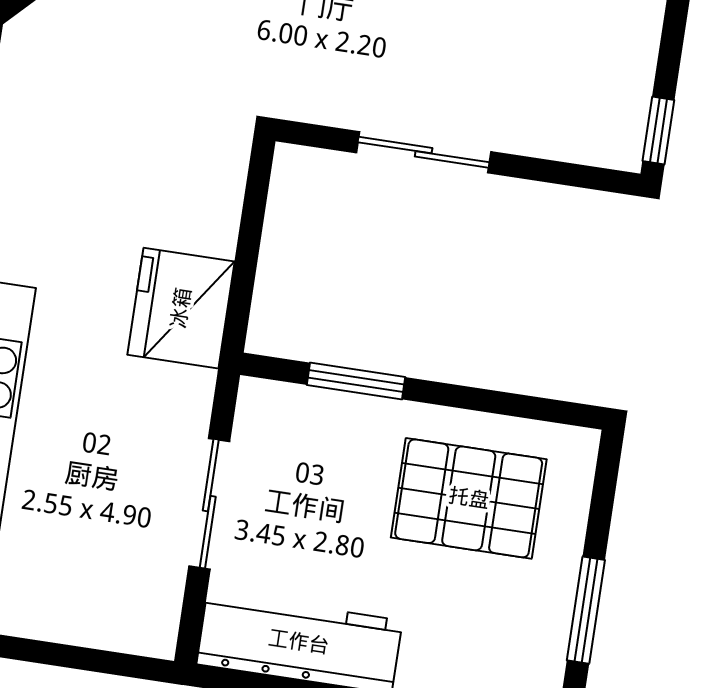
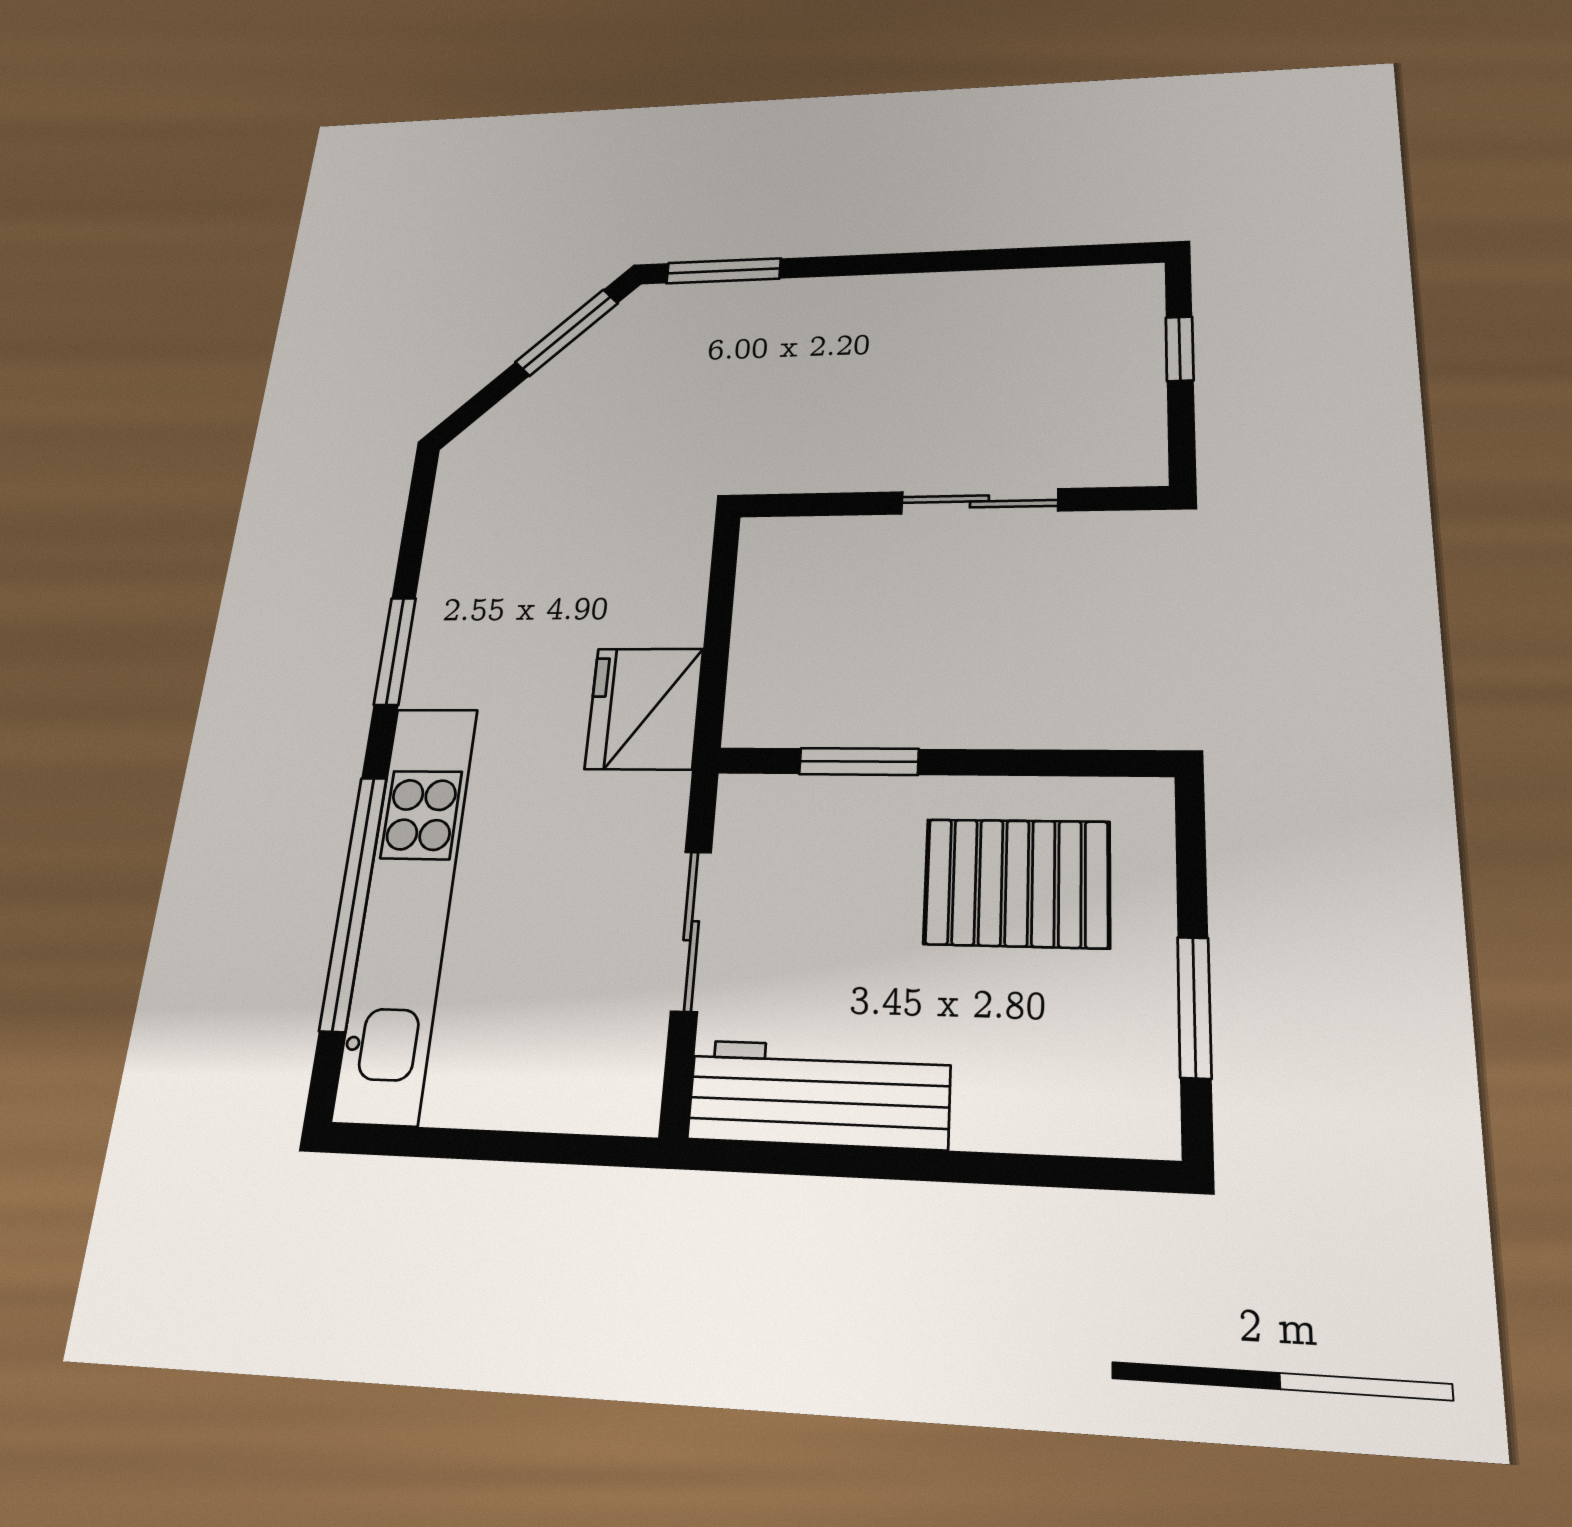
window: (658, 130) -> (1180, 349), moved
sliding door: (424, 152) -> (979, 501), moved

